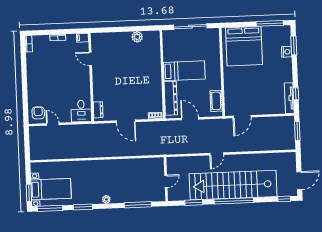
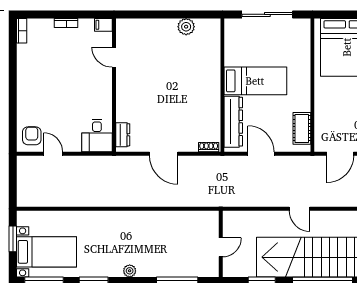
door: (217, 154) -> (299, 209), hinge flipped
window: (29, 193) -> (13, 239), moved

